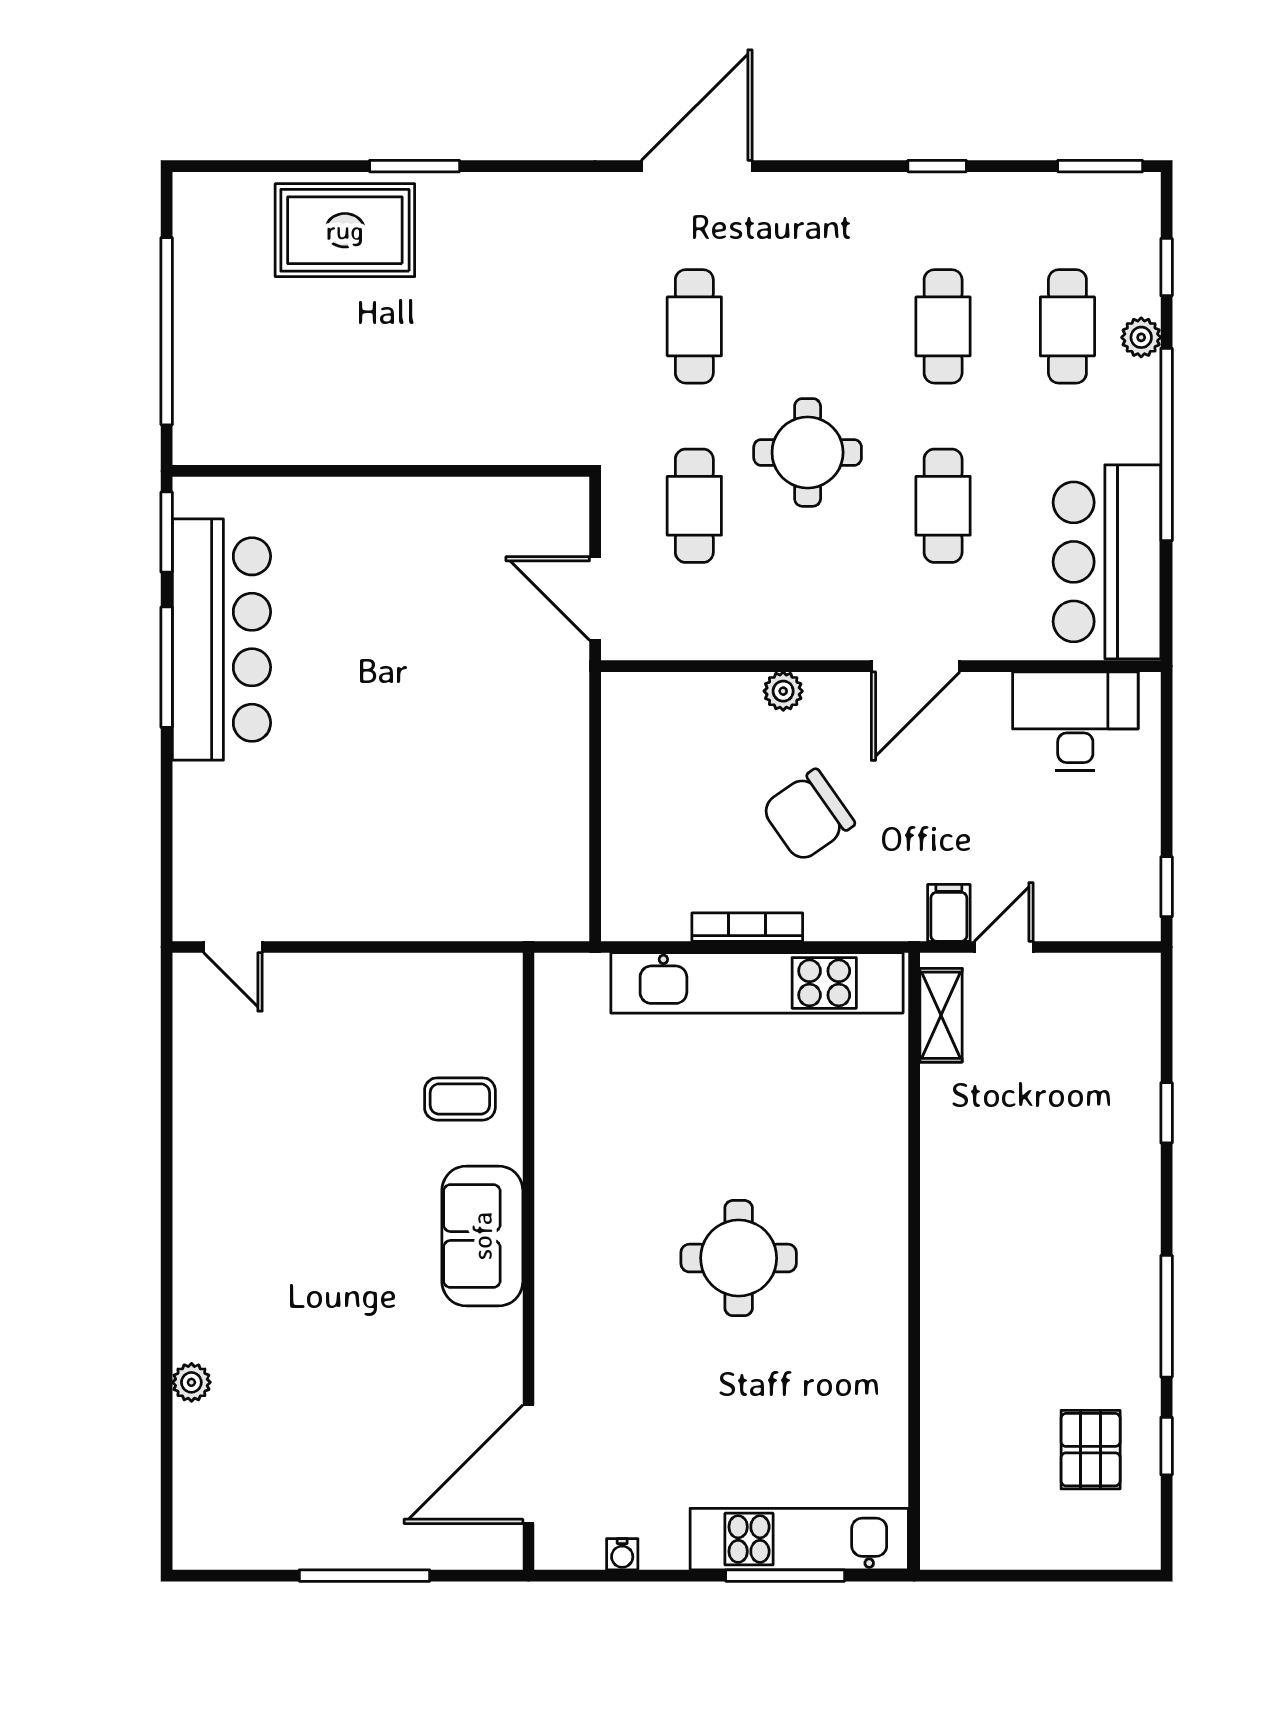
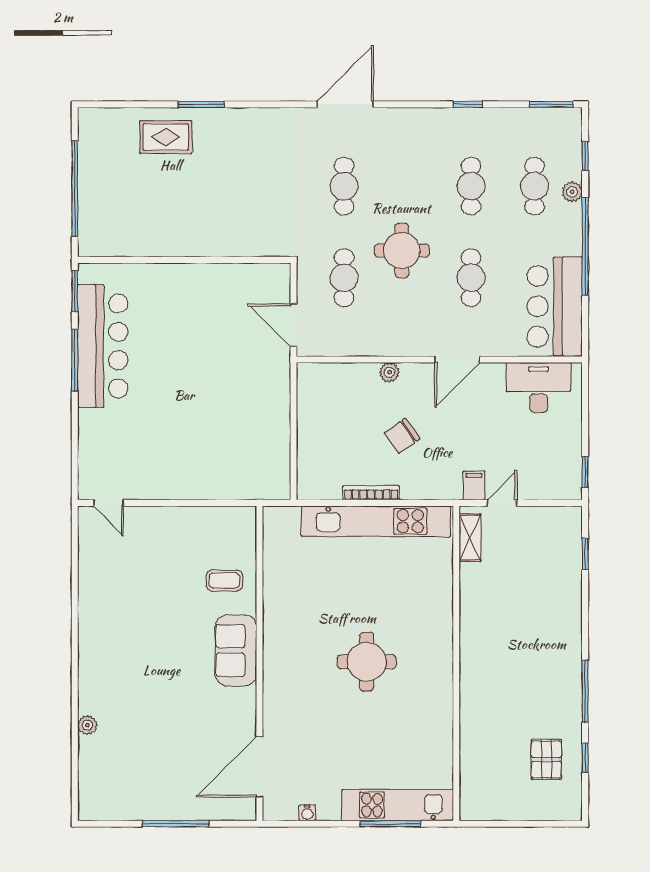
rug: (345, 230) -> (166, 137), width x0.73, depth x0.70
chair: (808, 816) -> (402, 436), width x0.73, depth x0.73
window: (1167, 1113) -> (585, 554), moved

